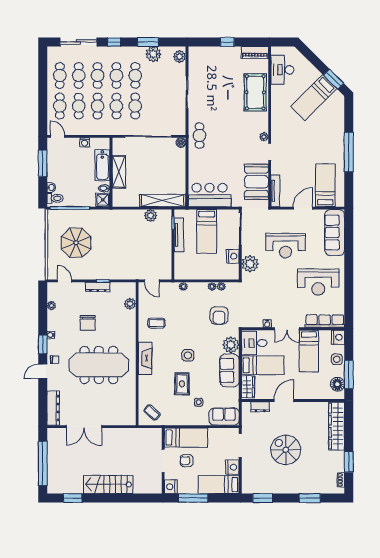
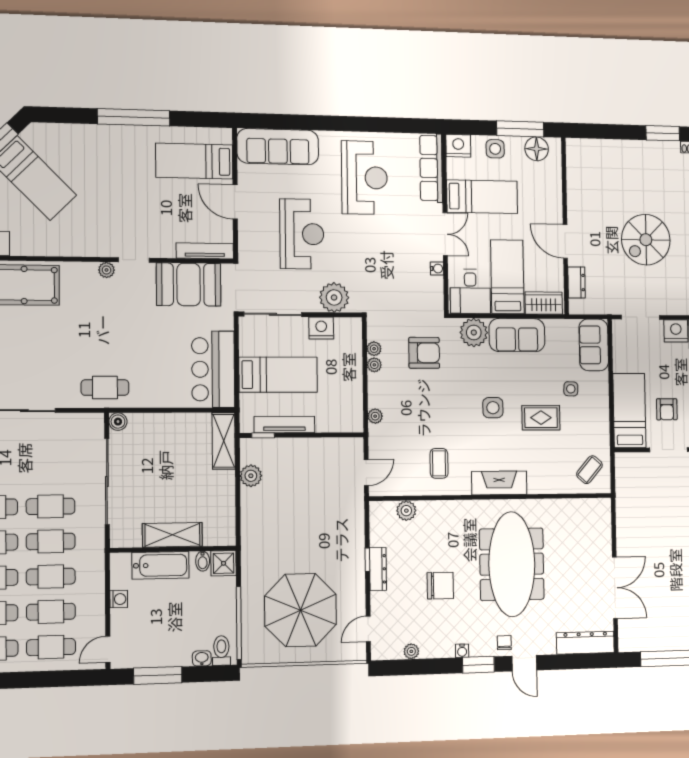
shelving: (163, 201) -> (224, 441), width x0.68
parasol: (76, 243) -> (301, 610), width x1.36, depth x1.36
wardrobe: (337, 426) -> (606, 152), removed

